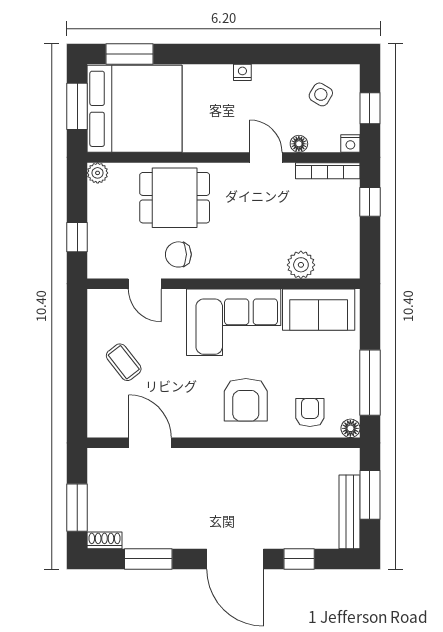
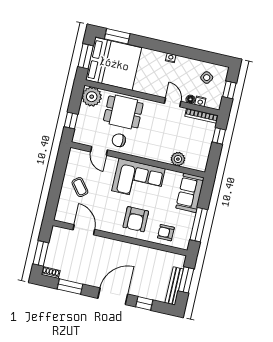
nightstand: (350, 143) -> (200, 101), moved
plant: (98, 173) -> (92, 97), width x1.87, depth x1.87
sofa: (319, 310) -> (190, 193), moved, turned 90
armchair: (310, 412) -> (166, 233), turned -90
floor lamp: (350, 428) -> (184, 245), removed
door: (235, 559) -> (113, 296), swing flipped

